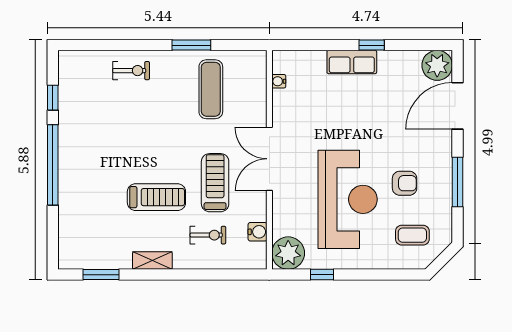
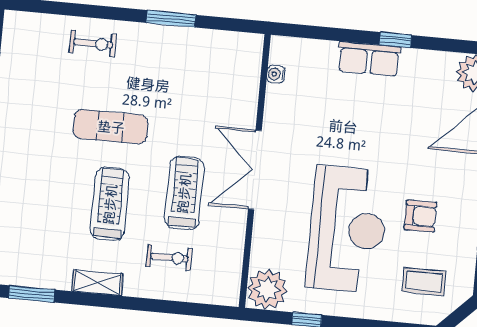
exercise mat: (211, 89) -> (111, 127), moved, turned 90
treadmill: (156, 197) -> (110, 204), turned -90
water cooler: (258, 232) -> (232, 259), removed

